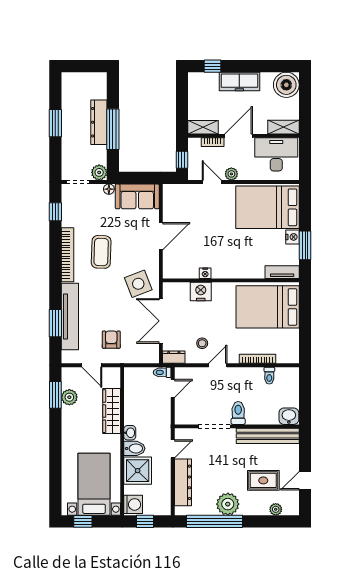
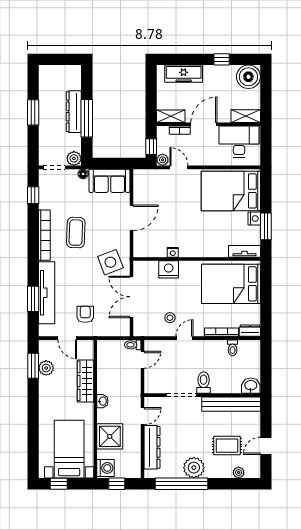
window: (212, 66) -> (222, 59), moved
freezer: (239, 81) -> (184, 74), moved
plant: (231, 174) -> (163, 160), moved
dresser: (174, 357) -> (250, 331), moved
bidet: (134, 448) -> (107, 416), removed

